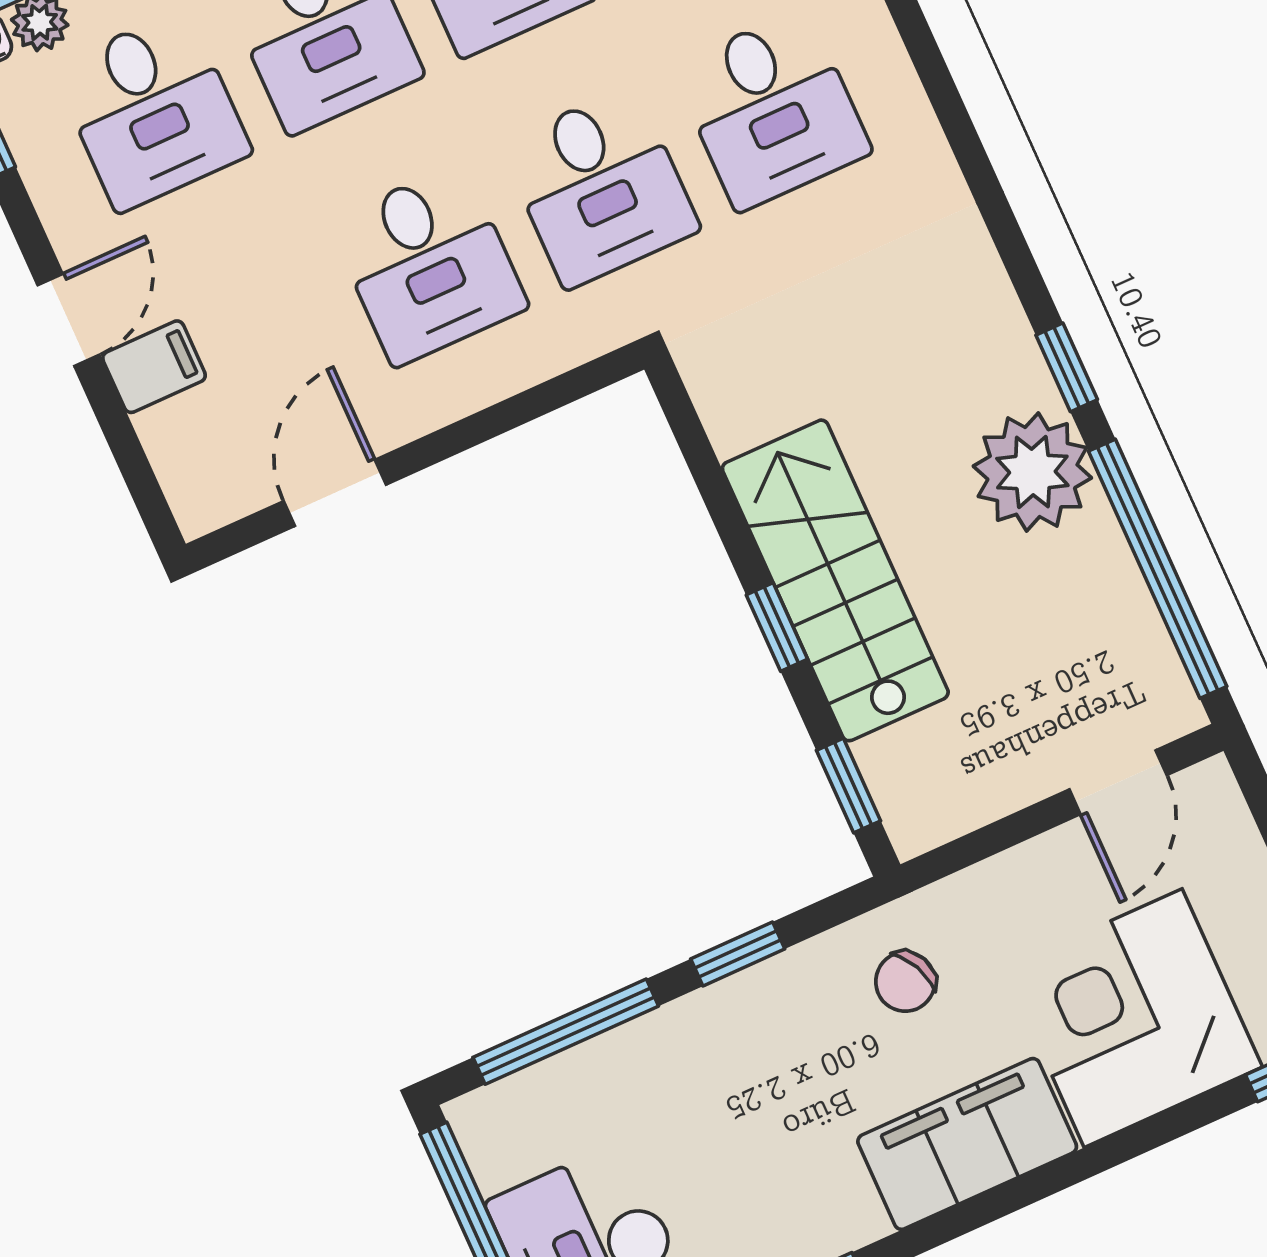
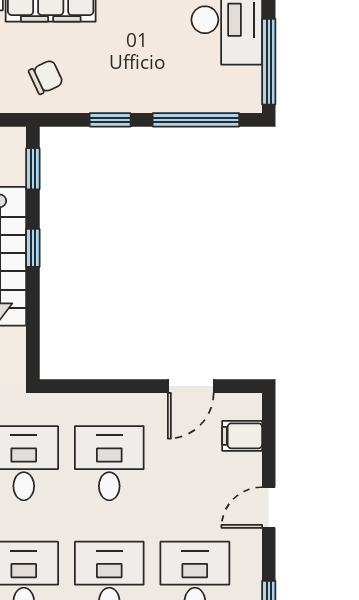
filing cabinet: (154, 367) -> (242, 436), moved

